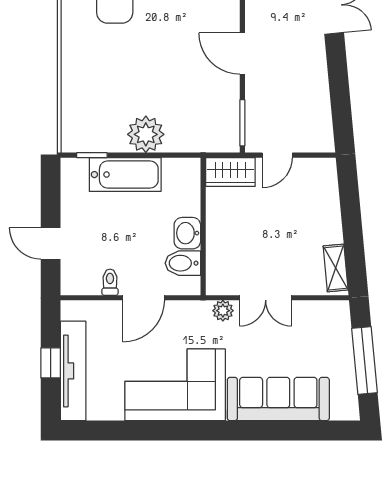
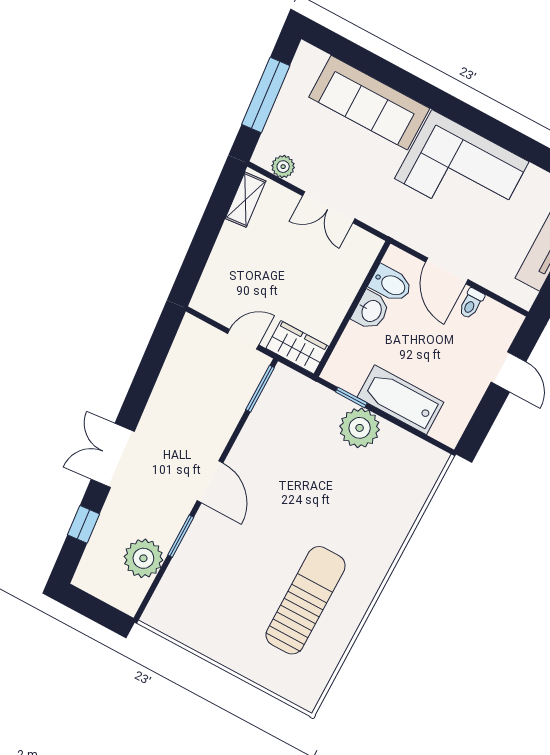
door: (242, 54) -> (210, 482), moved
window: (92, 155) -> (351, 397), moved
door: (144, 298) -> (447, 271), swing flipped
double door: (266, 298) -> (329, 207), swing flipped
plant: (223, 311) -> (283, 167), moved

